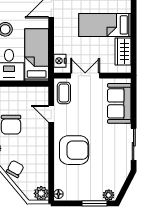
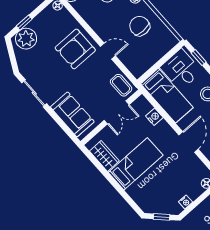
nightstand: (60, 61) -> (154, 117), moved
door: (51, 114) -> (108, 51), moved
plant: (109, 195) -> (26, 39), width x1.88, depth x1.88
window: (94, 203) -> (24, 23), width x0.67

